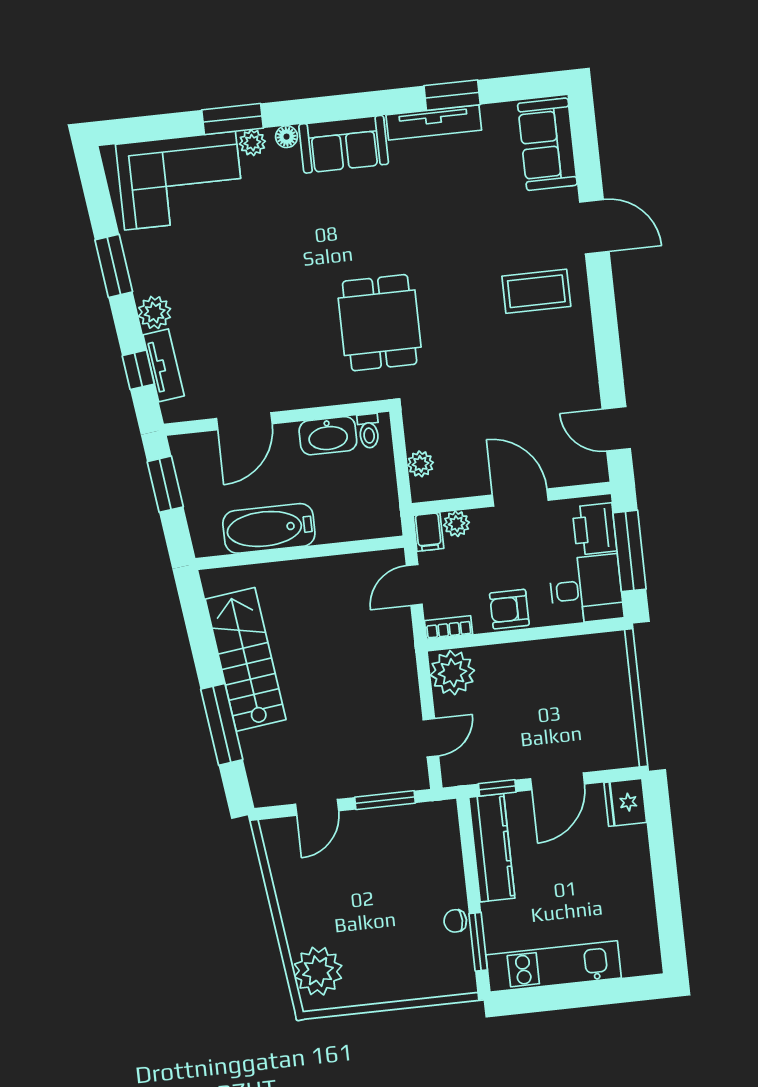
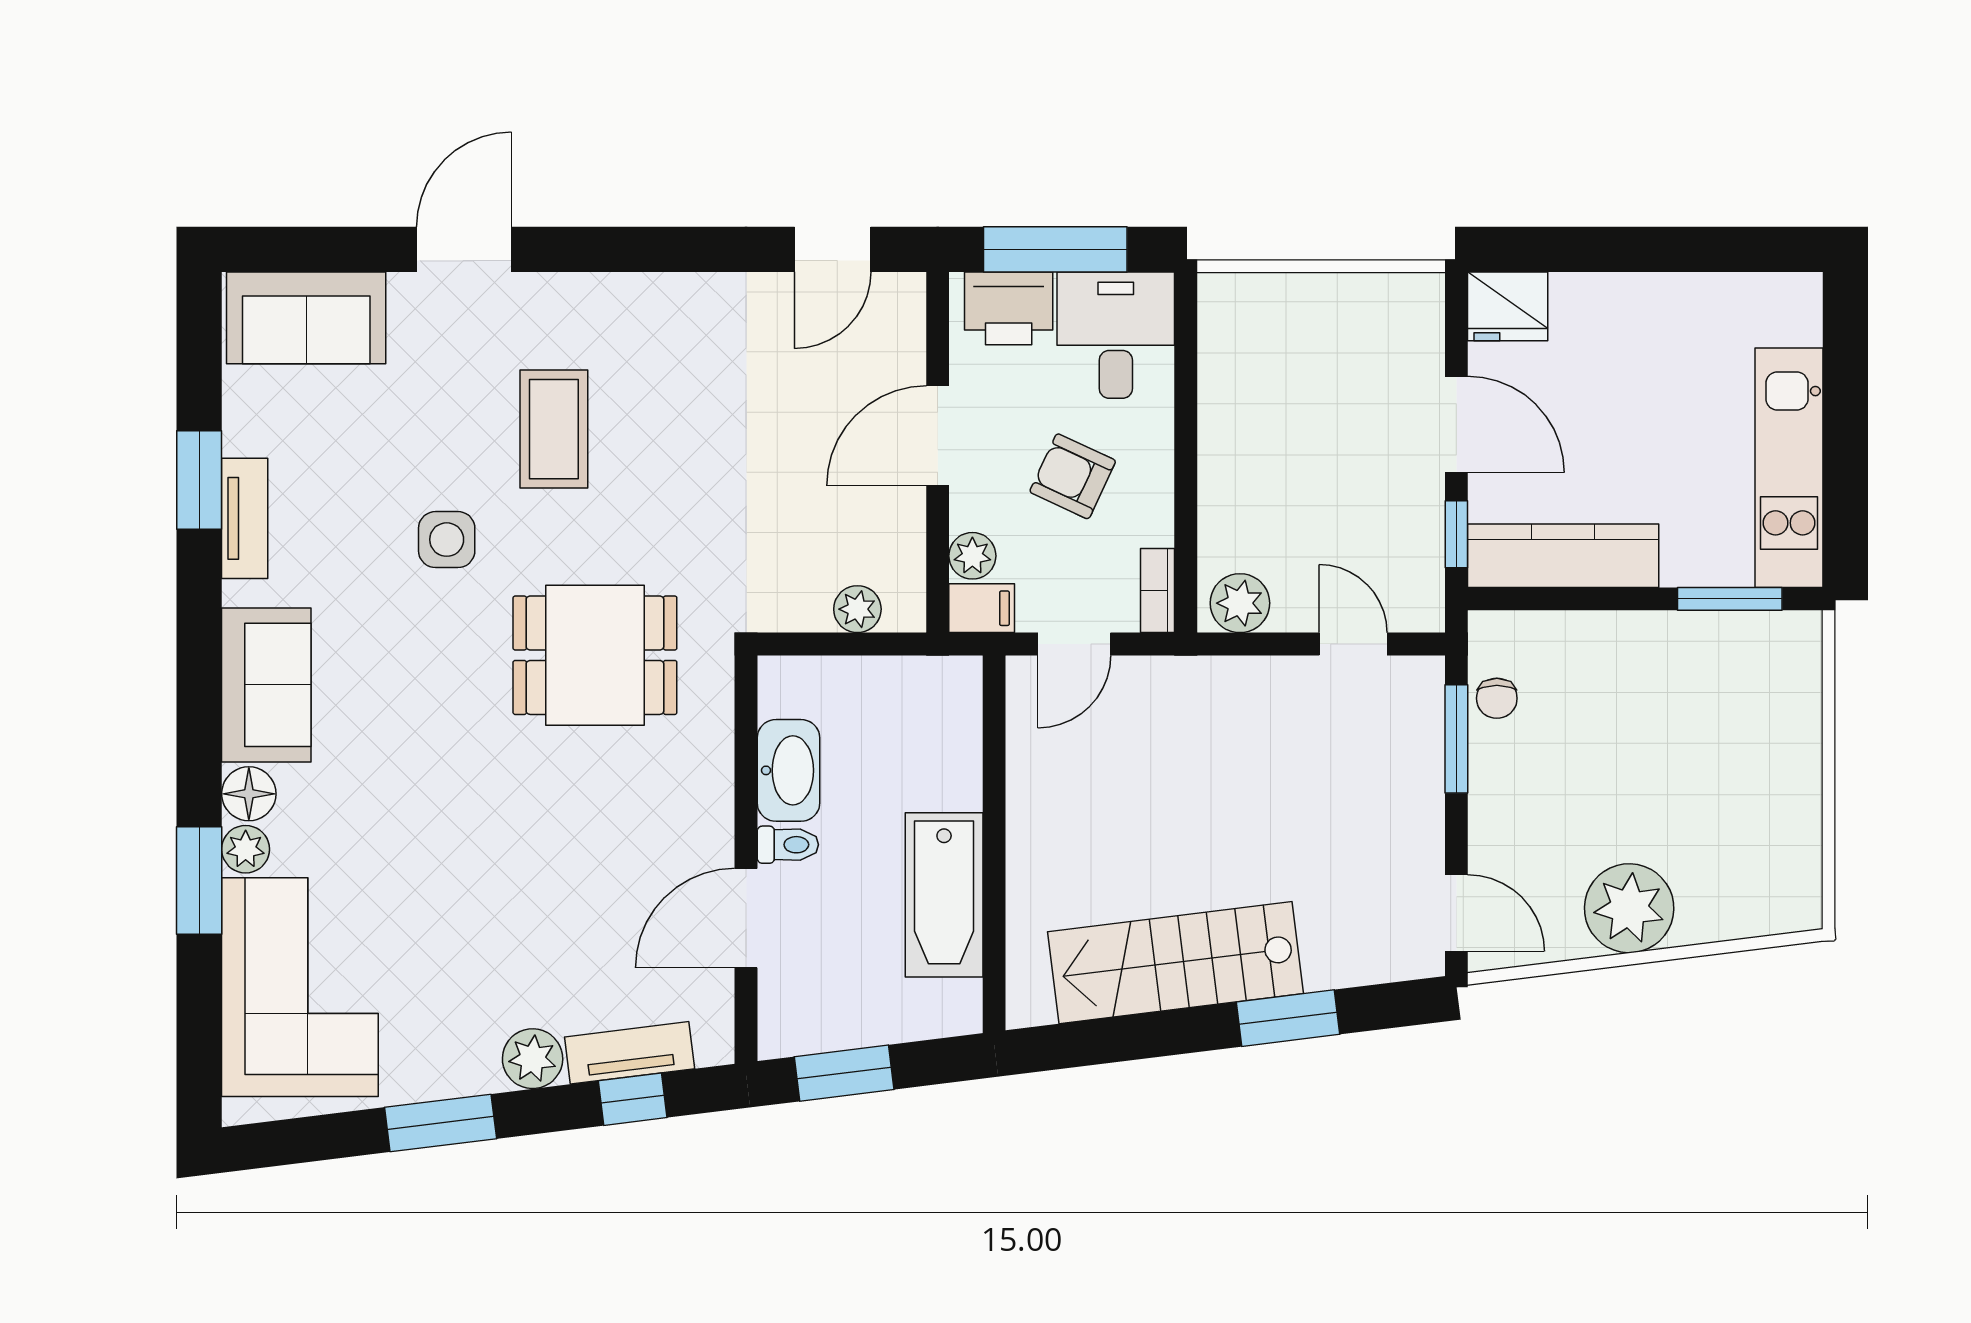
tv unit: (434, 122) -> (245, 518), width x0.71
floor lamp: (287, 137) -> (249, 794), width x1.37, depth x1.37
side table: (434, 234) -> (447, 540), added
coffee table: (536, 291) -> (554, 429), moved
door: (244, 421) -> (746, 918), swing flipped
toilet: (369, 431) -> (788, 845), moved
door: (414, 585) -> (1074, 644), hinge flipped
armchair: (509, 609) -> (1073, 476), moved, turned 115
plant: (452, 673) -> (1240, 603), width x0.73, depth x0.73
window: (222, 724) -> (1288, 1018), width x0.69
door: (317, 807) -> (1456, 913), moved
chair: (455, 921) -> (1497, 698), moved
plant: (318, 971) -> (1629, 908), moved

